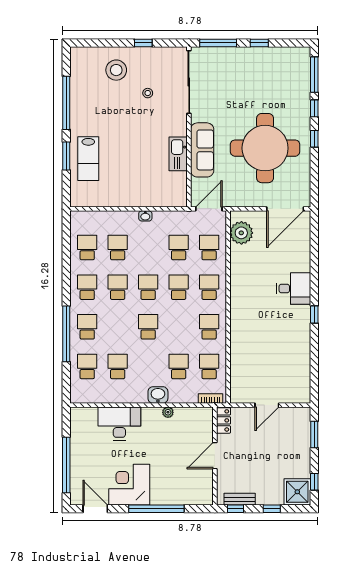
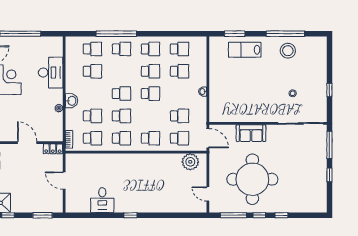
stool: (116, 70) -> (288, 51), moved
window: (314, 75) -> (233, 215), moved
sofa: (202, 150) -> (251, 133), width x0.73
kitchen sink: (178, 154) -> (248, 116), removed
window: (66, 156) -> (235, 34), moved
door: (285, 209) -> (208, 194), width x0.53
school desk: (179, 287) -> (121, 116), moved
desk: (293, 289) -> (102, 200), moved

